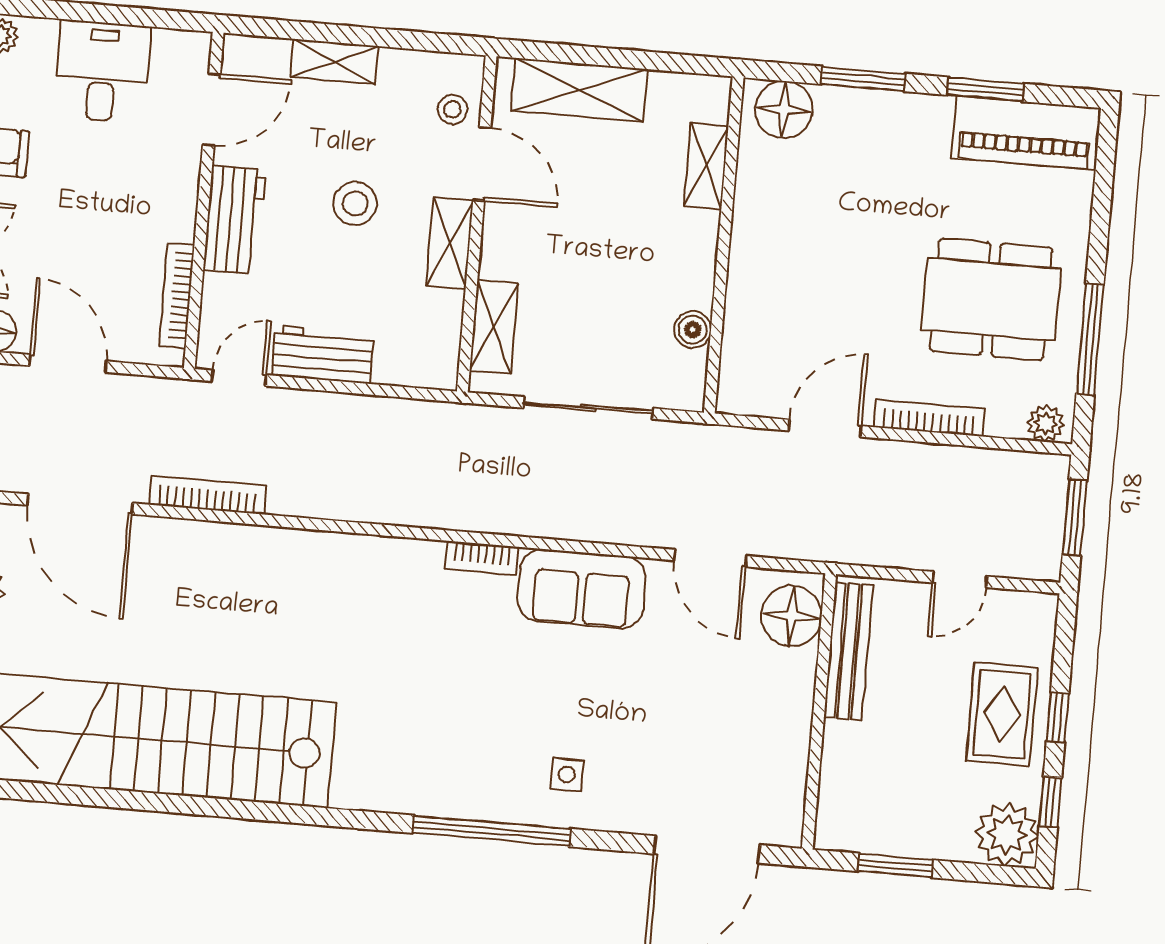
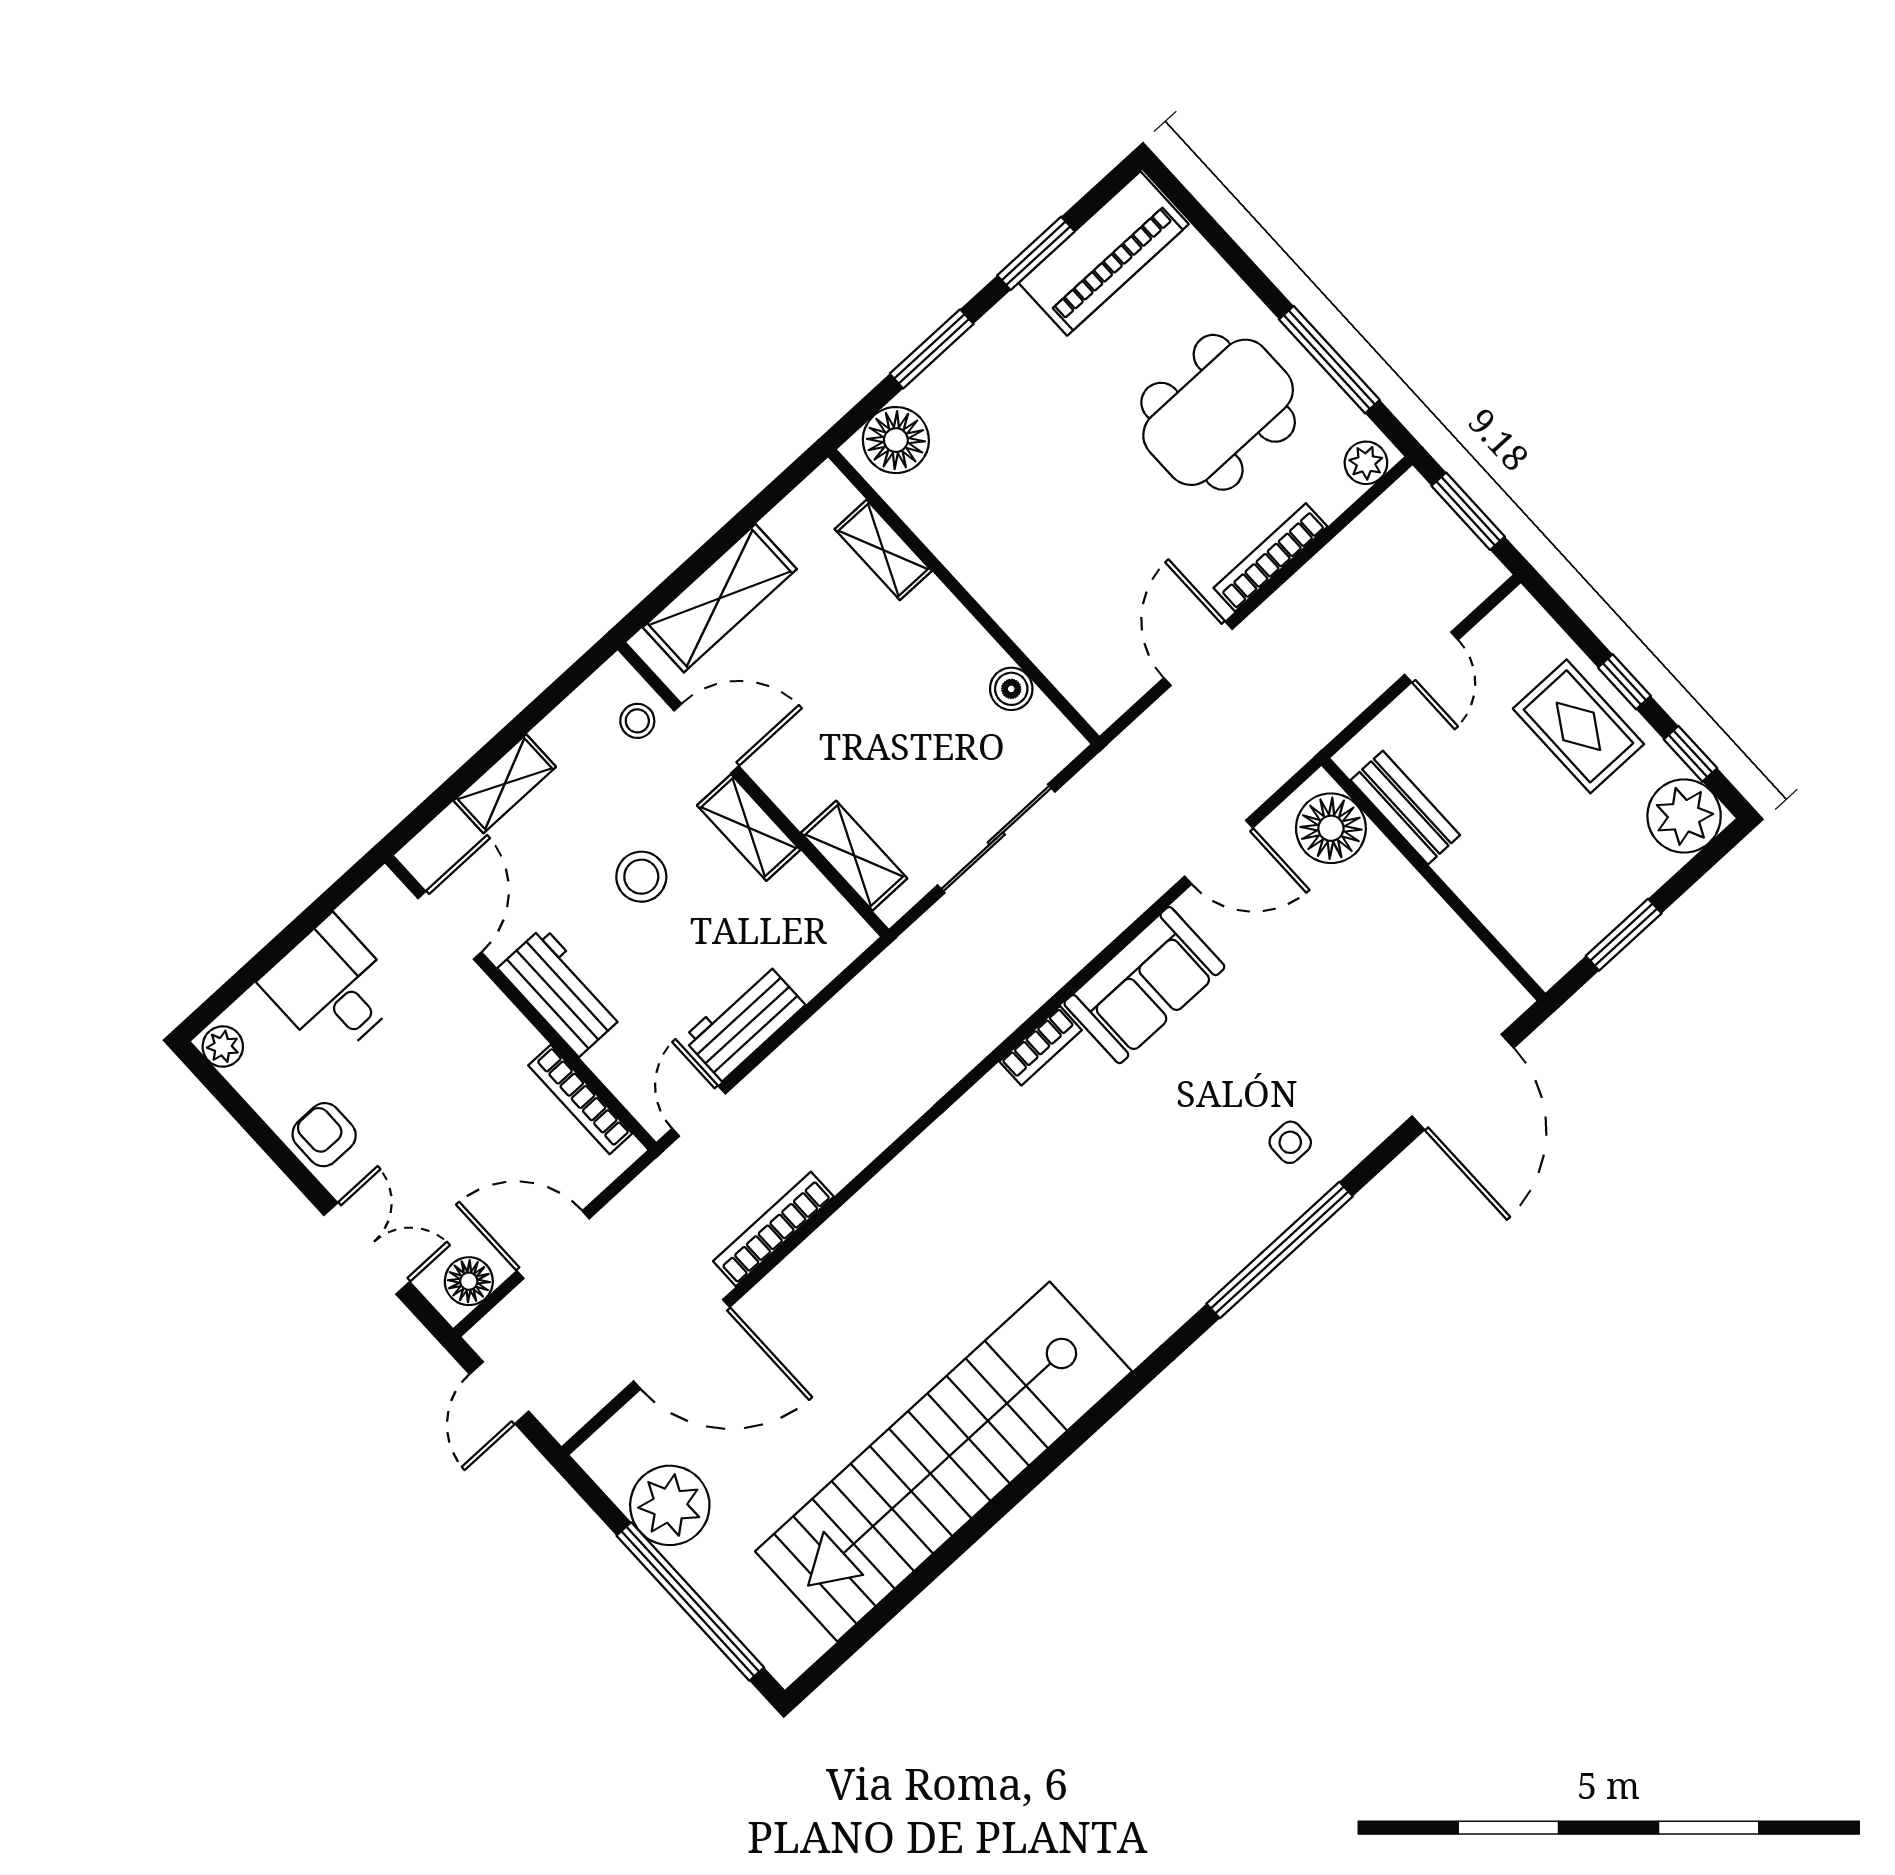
bench: (848, 651) -> (1405, 808), width x0.73

